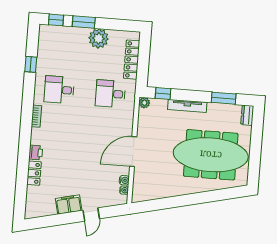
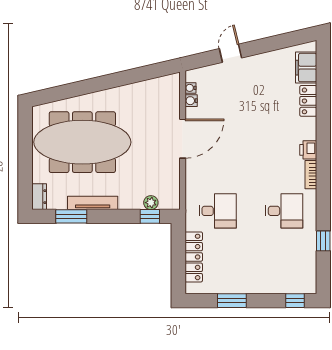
window: (84, 22) -> (232, 301), moved
plant: (99, 38) -> (238, 281), removed
plant: (144, 103) -> (151, 203), moved
tv unit: (187, 106) -> (93, 203), moved
printer: (36, 152) -> (308, 150), moved
filing cabinet: (69, 205) -> (306, 68), moved, turned 103

